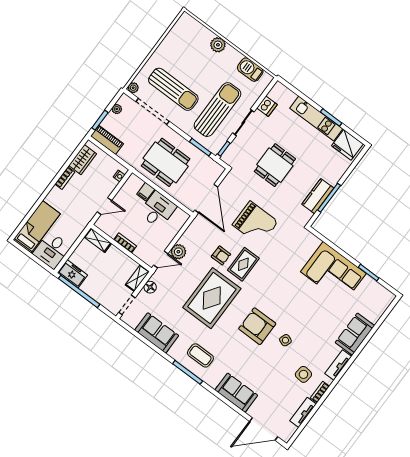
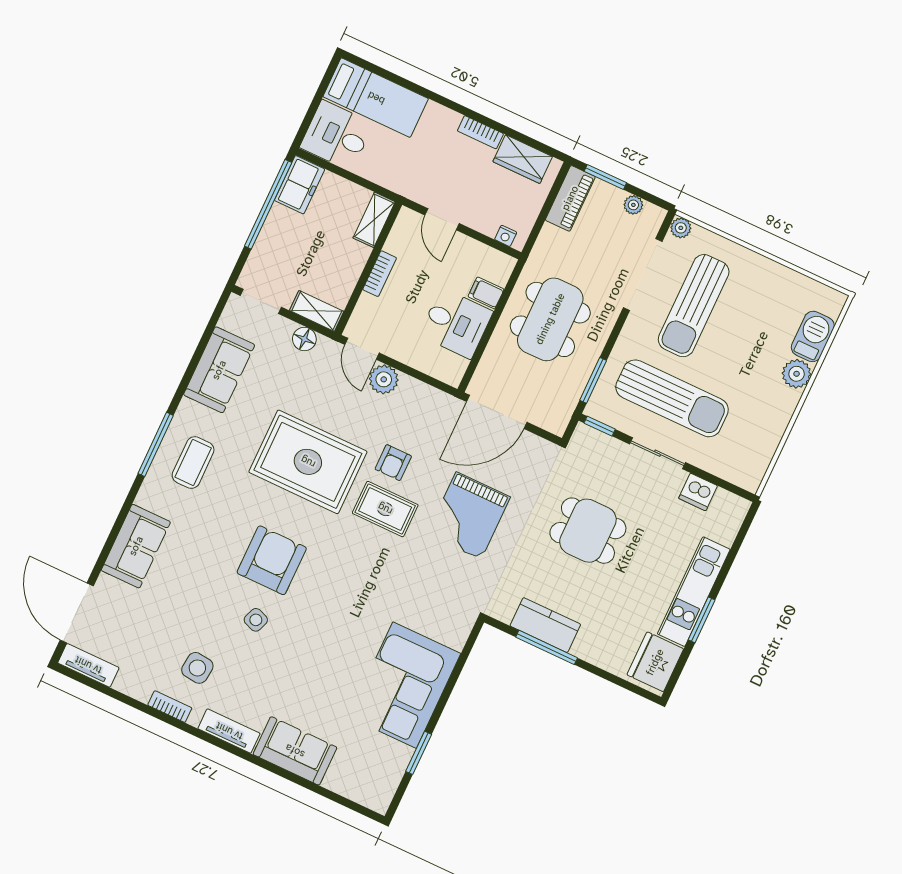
barbecue: (250, 70) -> (813, 336), moved
tv unit: (303, 412) -> (88, 665), moved

